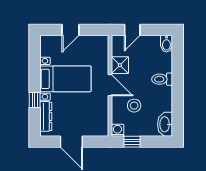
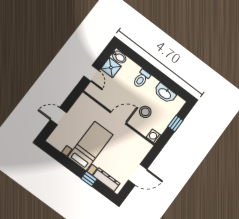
door: (71, 30) -> (58, 116), swing flipped
shower: (120, 65) -> (111, 68), moved
washbasin: (165, 124) -> (165, 93), moved
window: (132, 142) -> (175, 123), moved

